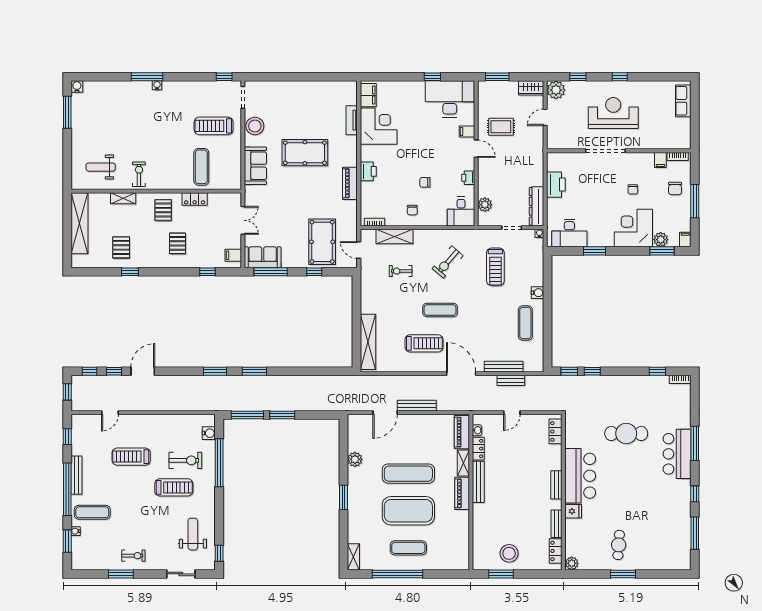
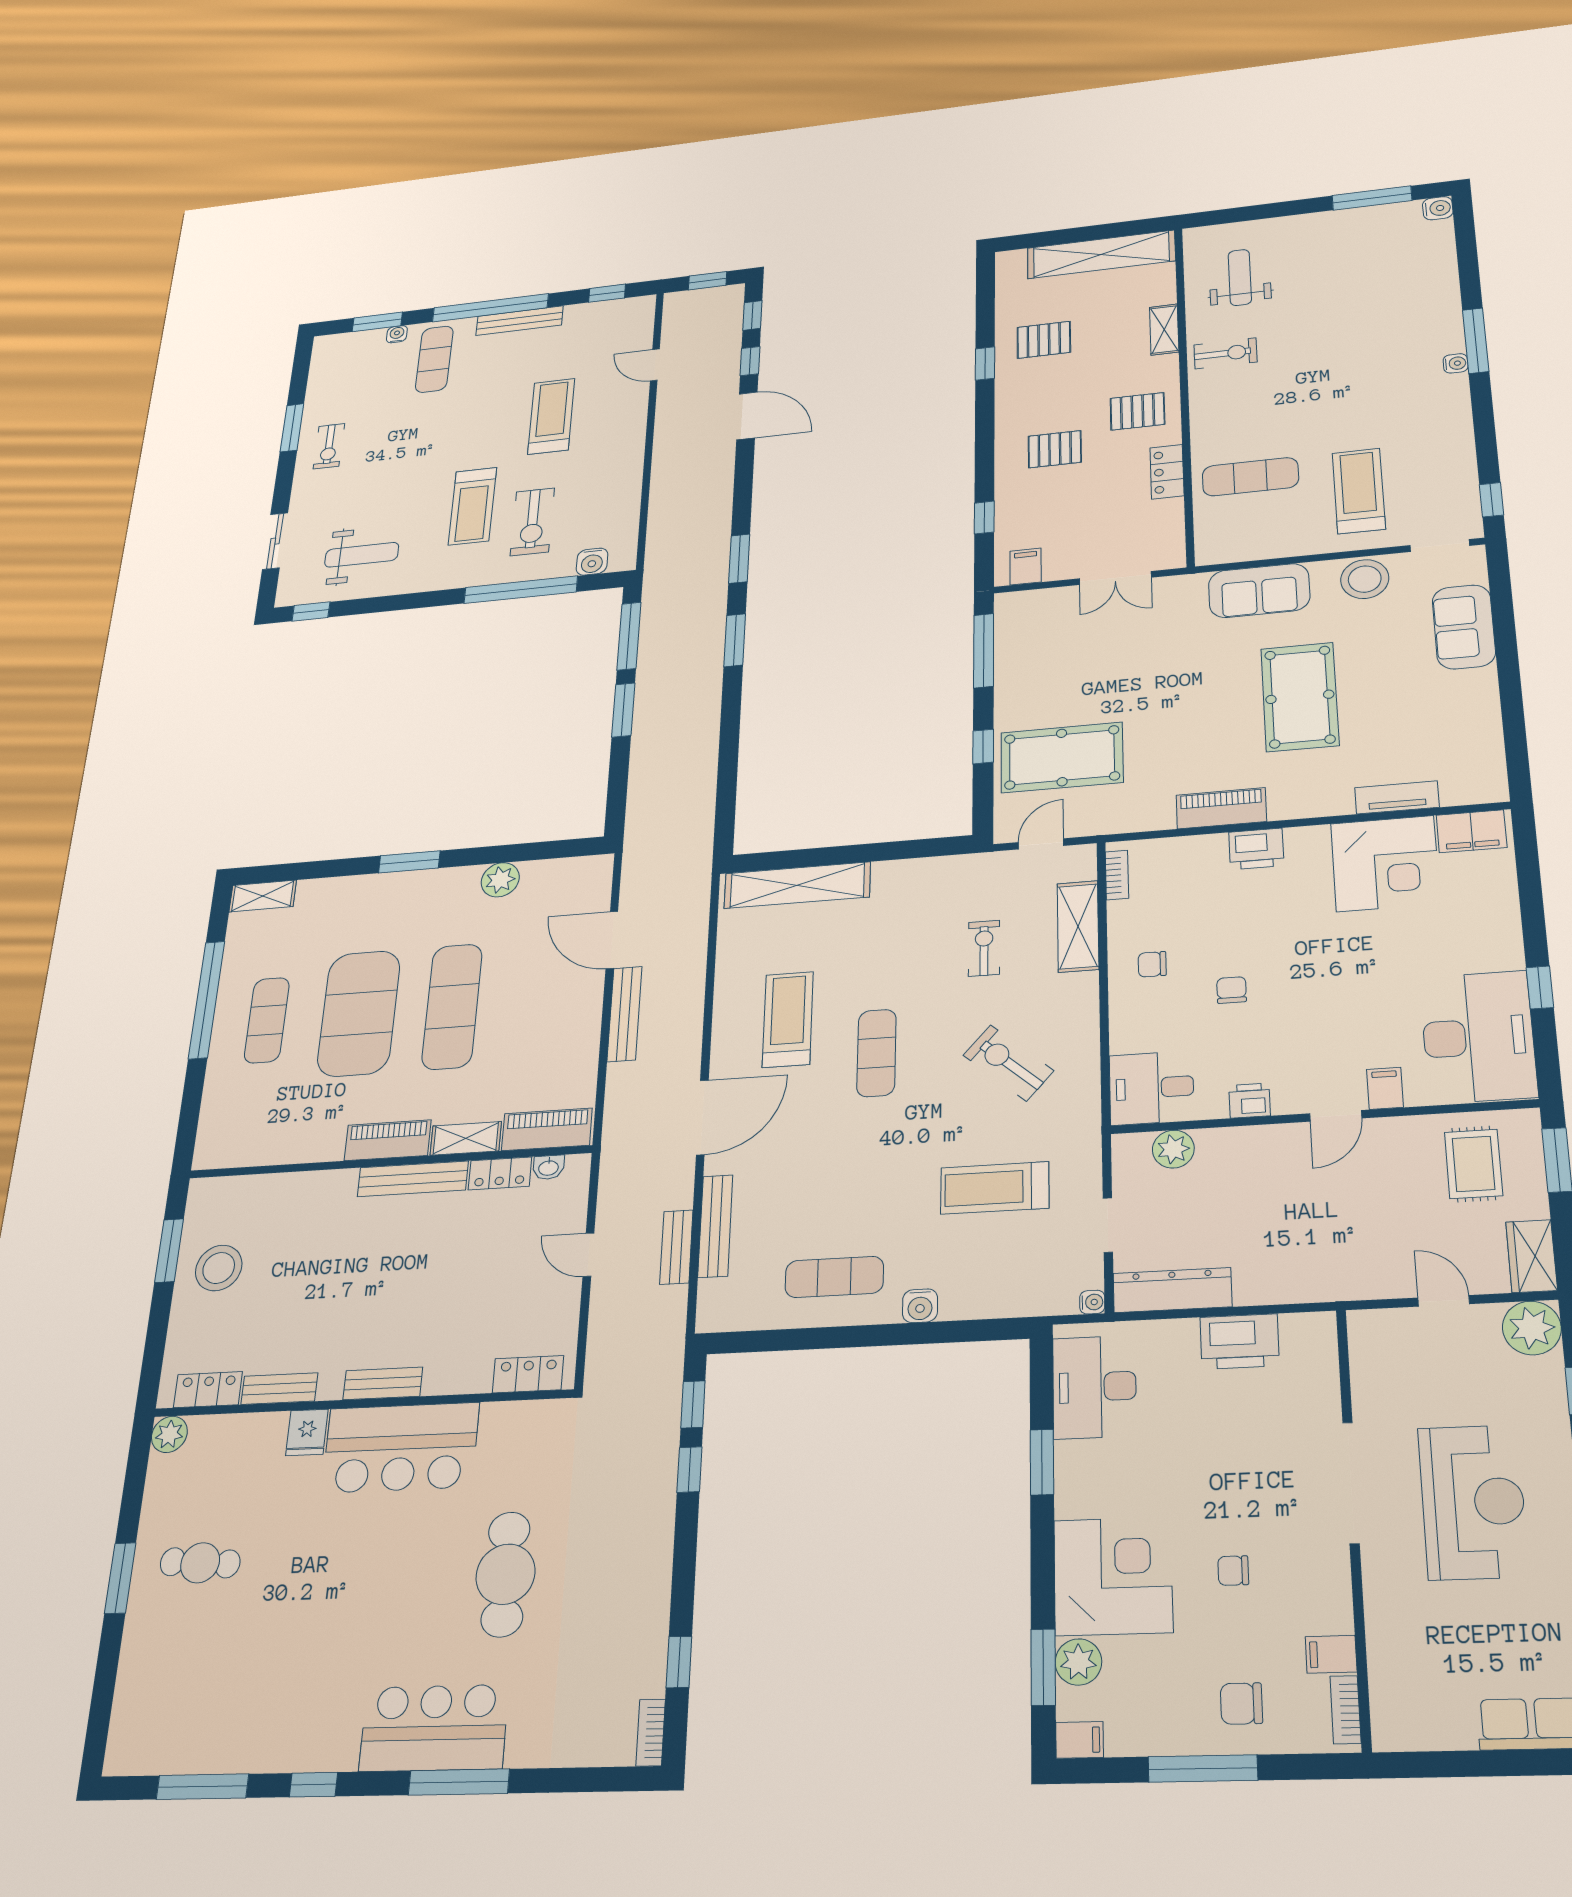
rug: (501, 127) -> (1473, 1164), moved
sofa: (263, 257) -> (1464, 627), moved, turned 180
treadmill: (424, 343) -> (788, 1019), turned 180

